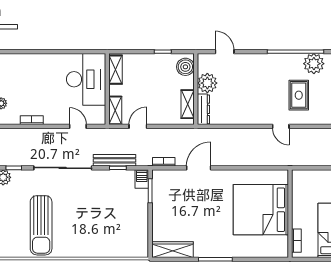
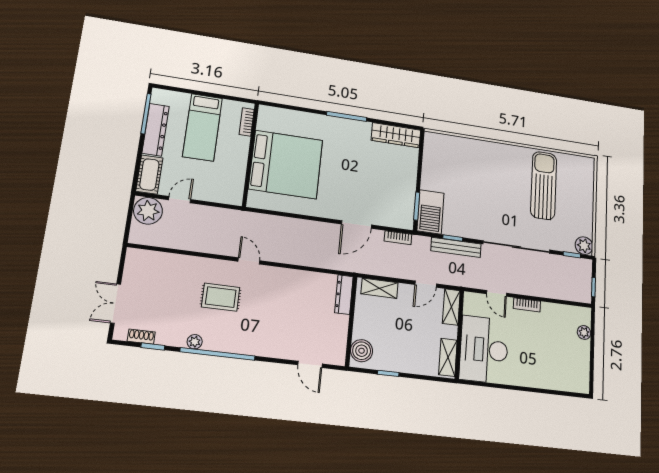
plant: (314, 64) -> (195, 342), width x0.53, depth x0.53
plant: (207, 83) -> (336, 327), removed
rug: (299, 95) -> (221, 297), turned 90
shelving: (188, 104) -> (379, 288), moved, turned 90
bookcase: (32, 120) -> (527, 305), moved
barbecue: (142, 179) -> (430, 212), width x1.88, depth x1.53

